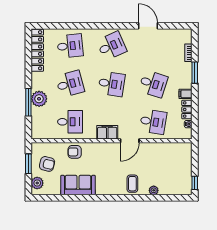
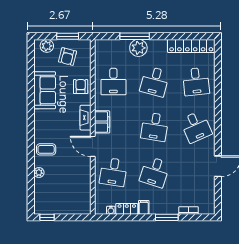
desk: (70, 84) -> (155, 82), turned 30
fireplace: (103, 147) -> (86, 118), added

